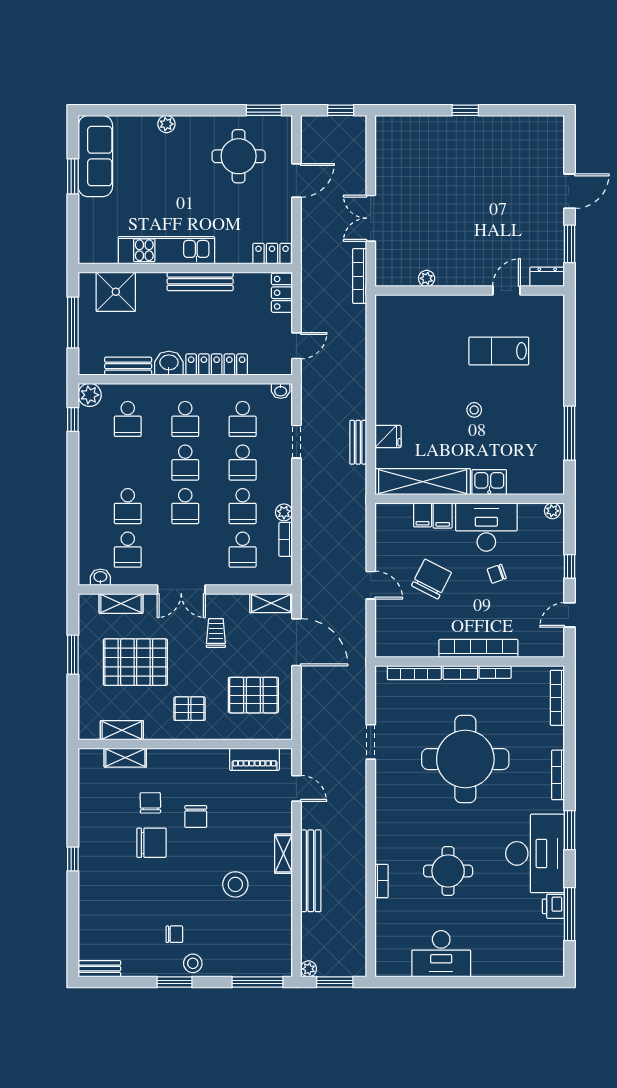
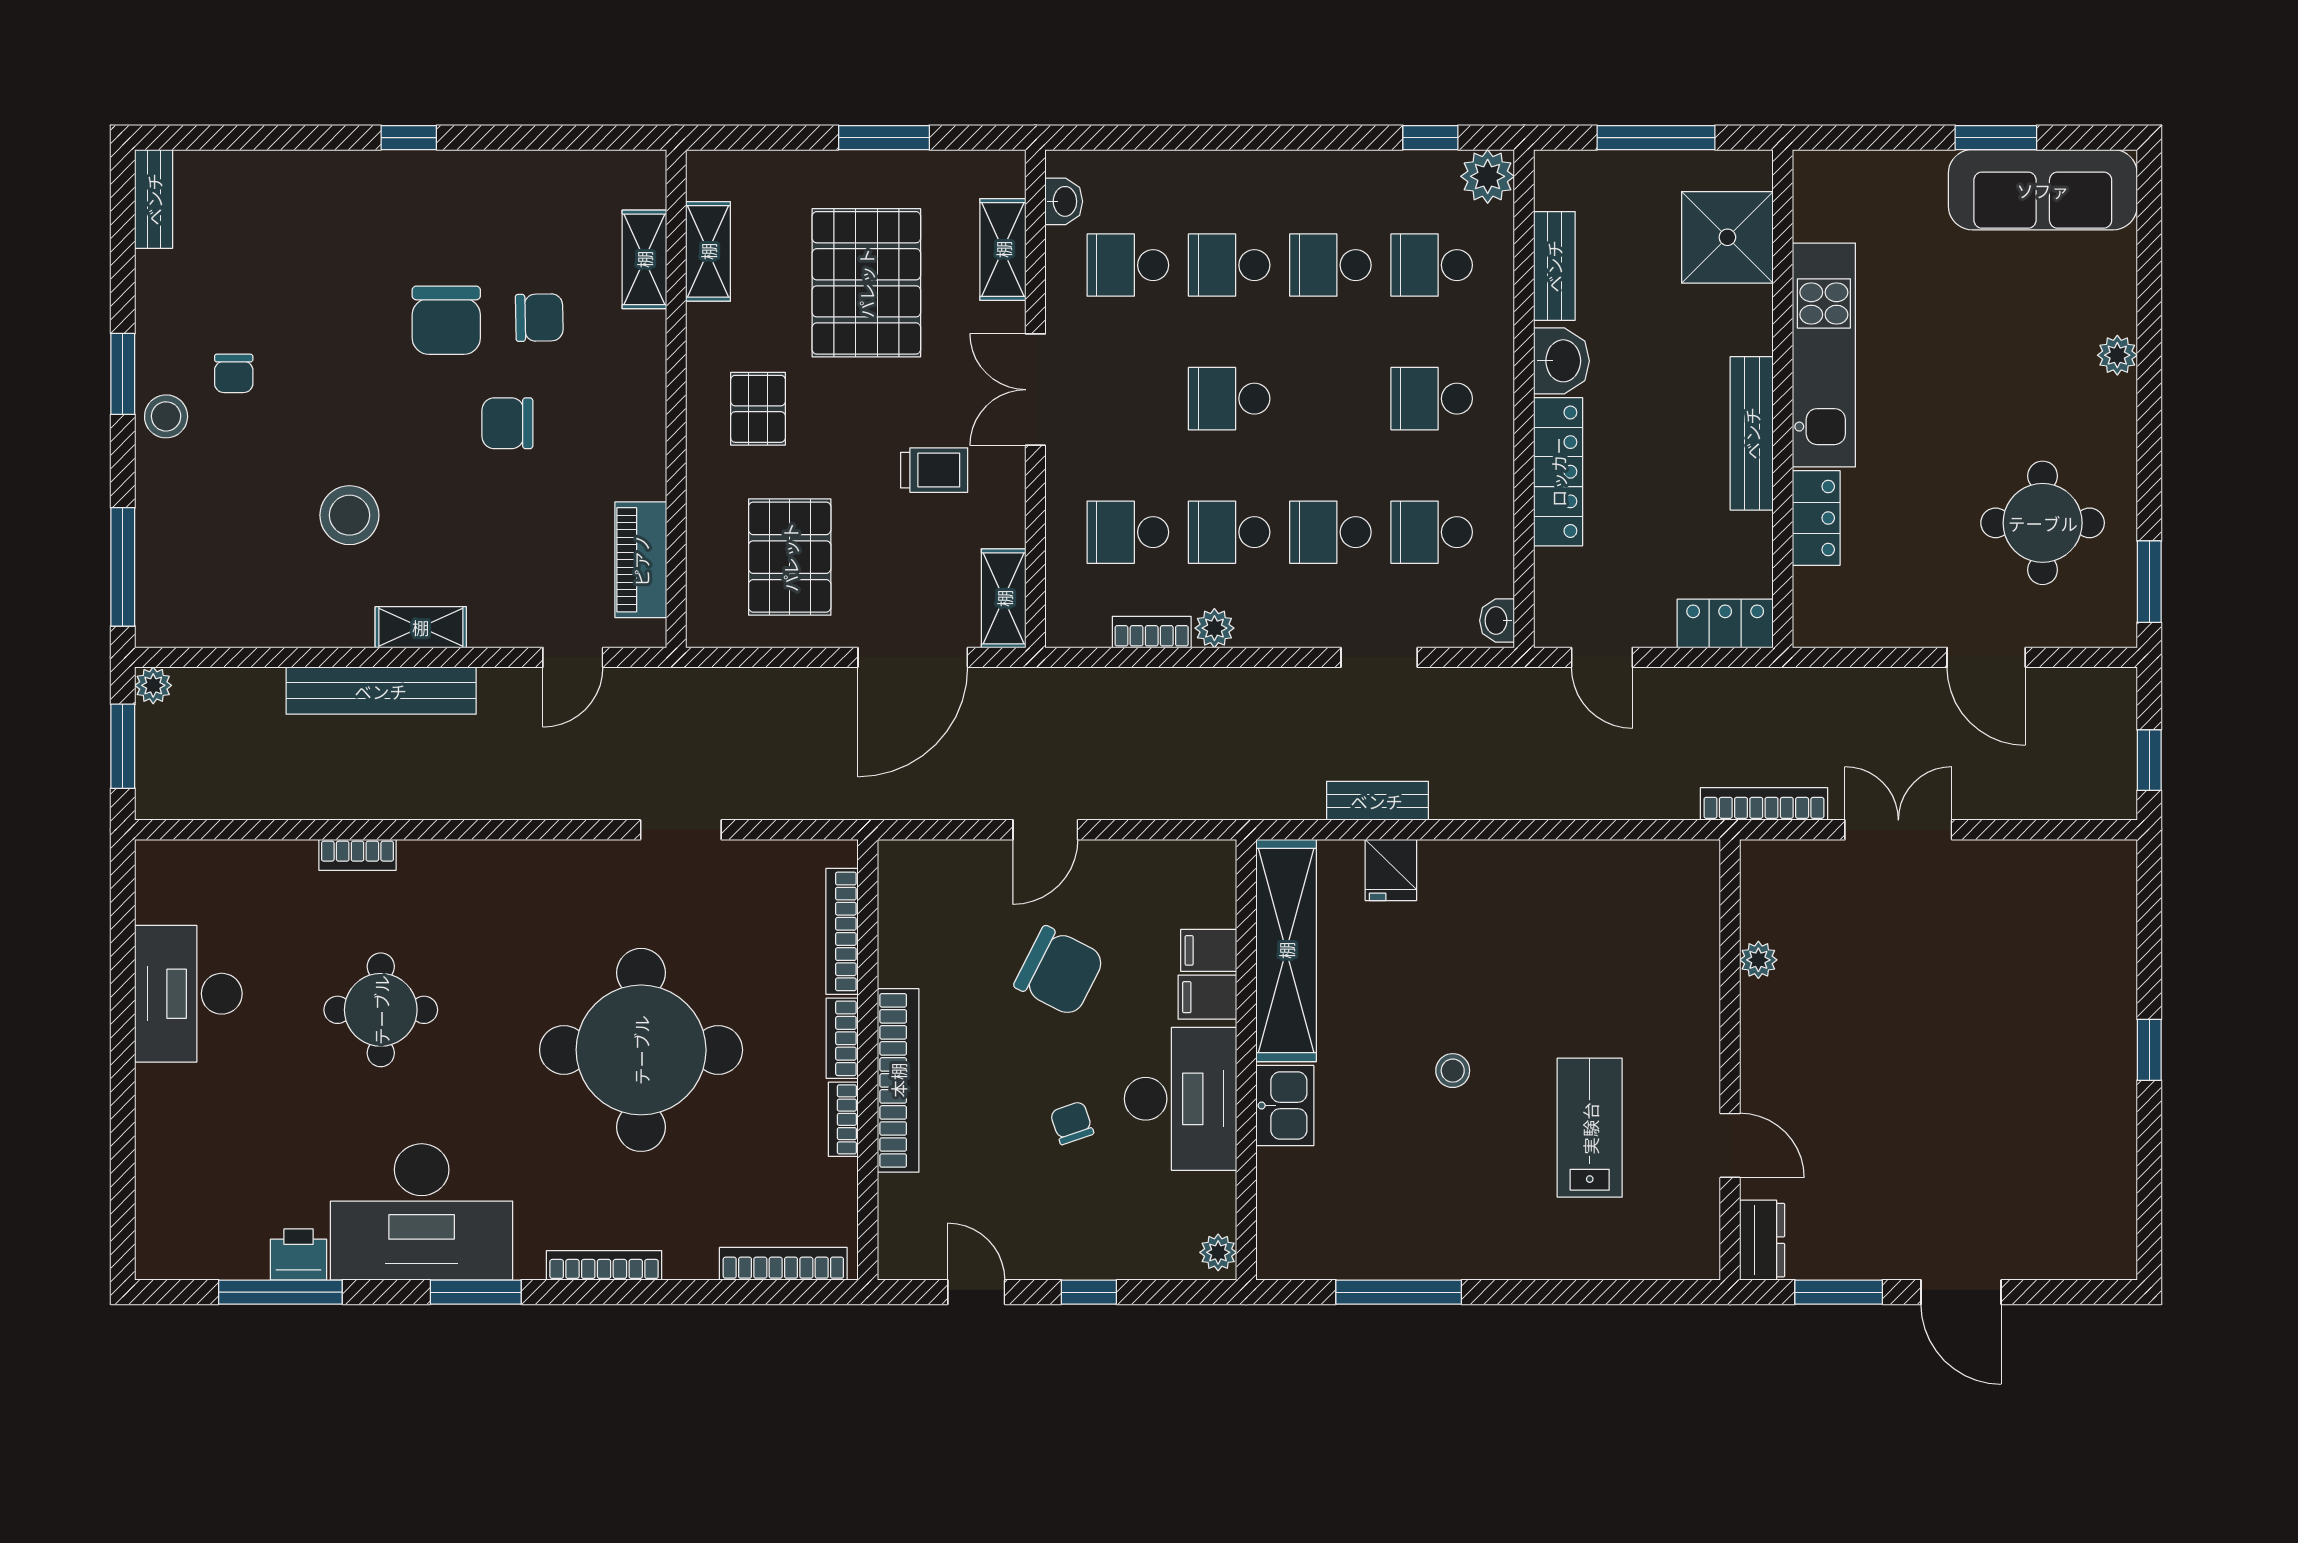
locker: (272, 254) -> (1816, 518), moved
school desk: (185, 463) -> (1330, 265), moved

